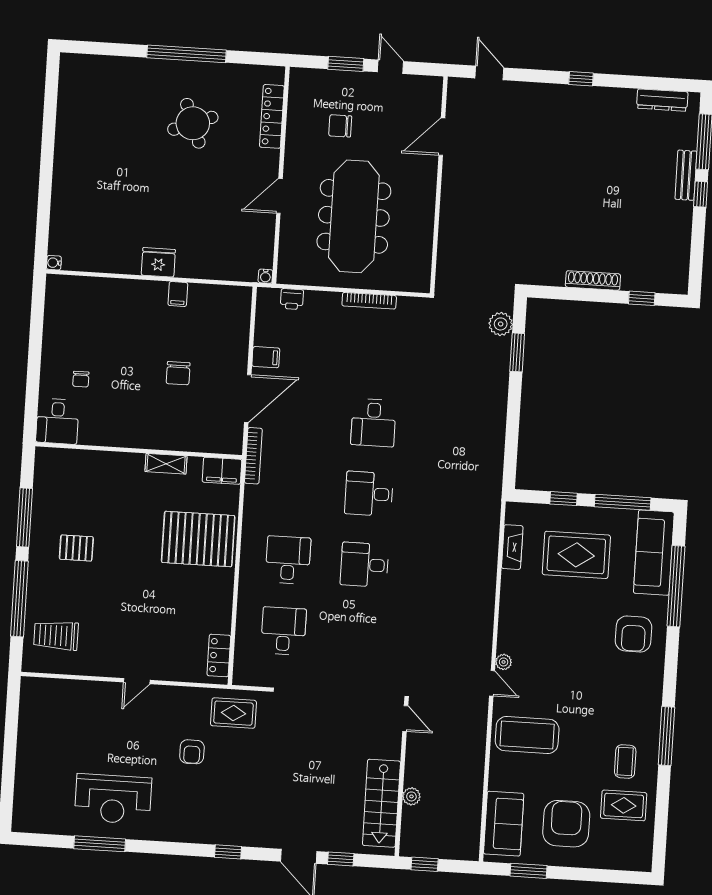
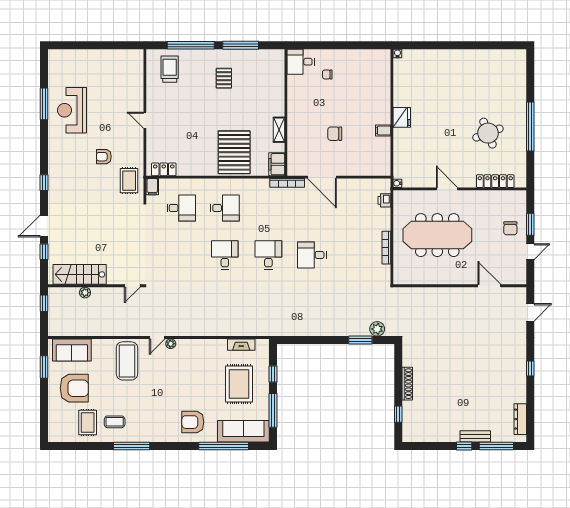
chair: (340, 126) -> (510, 228), moved, turned 180
filing cabinet: (266, 357) -> (152, 187), moved

